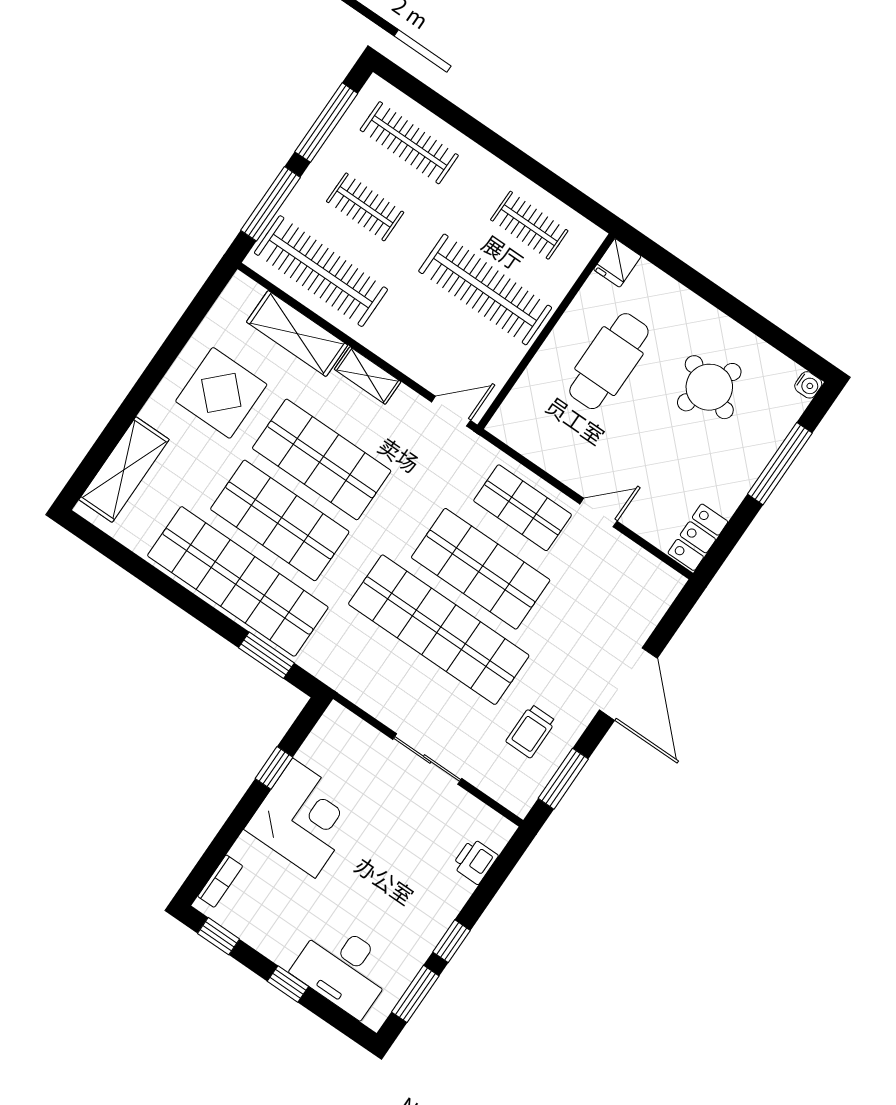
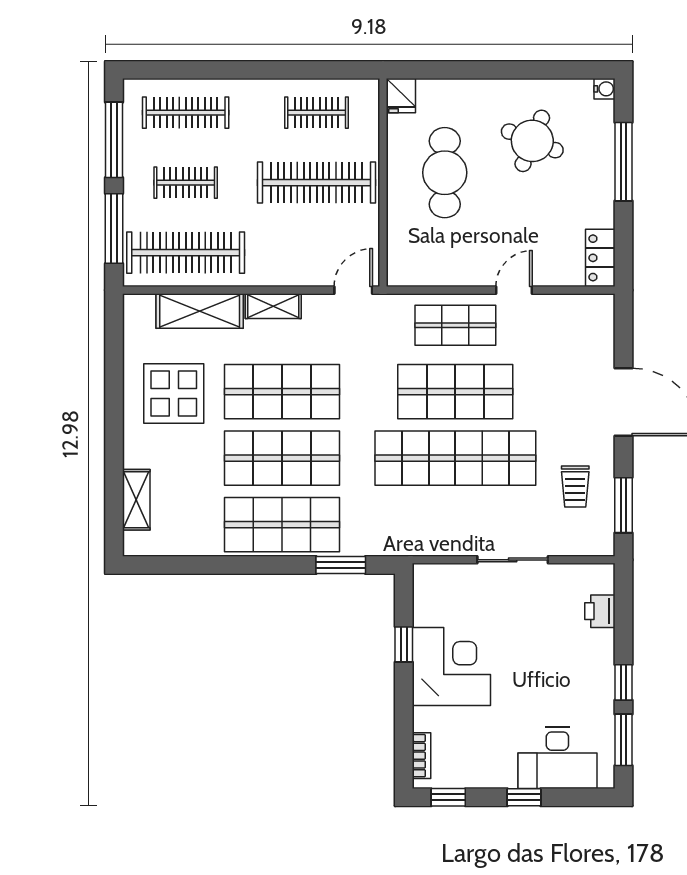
shelving: (124, 470) -> (136, 500), width x0.67, depth x0.75
shop shelf: (238, 581) -> (282, 525), width x0.71

